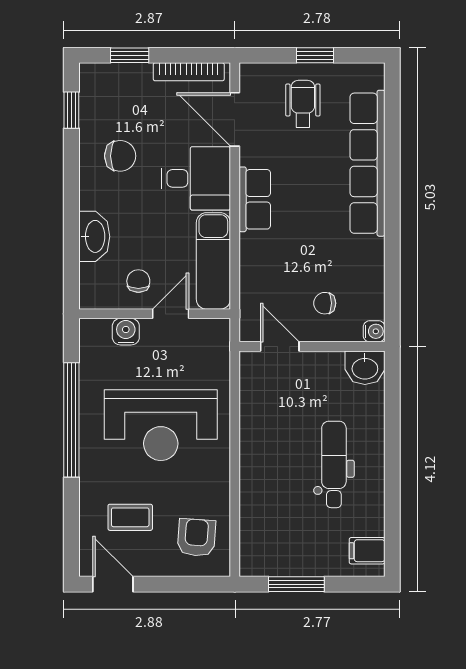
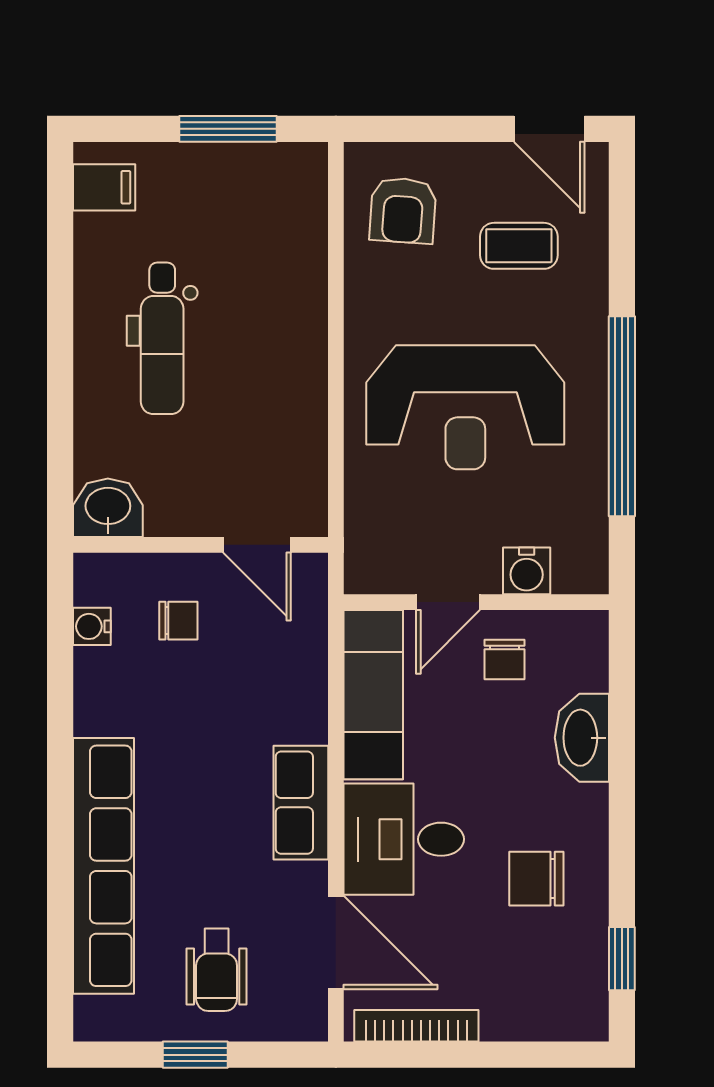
window: (130, 55) -> (520, 1055), removed
water cooler: (374, 331) -> (92, 626), moved
reception desk: (161, 425) -> (465, 407), turned 180

